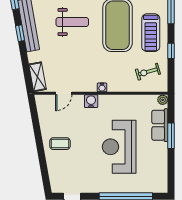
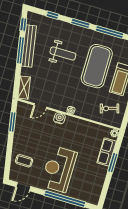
window: (20, 33) -> (20, 50), width x2.17
window: (36, 122) -> (12, 122), added
coffee table: (60, 144) -> (24, 161), moved
reception desk: (119, 147) -> (59, 169), moved

